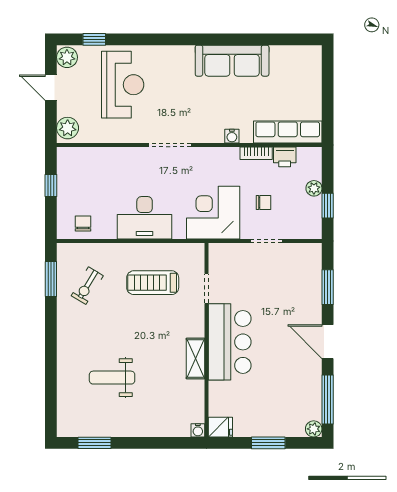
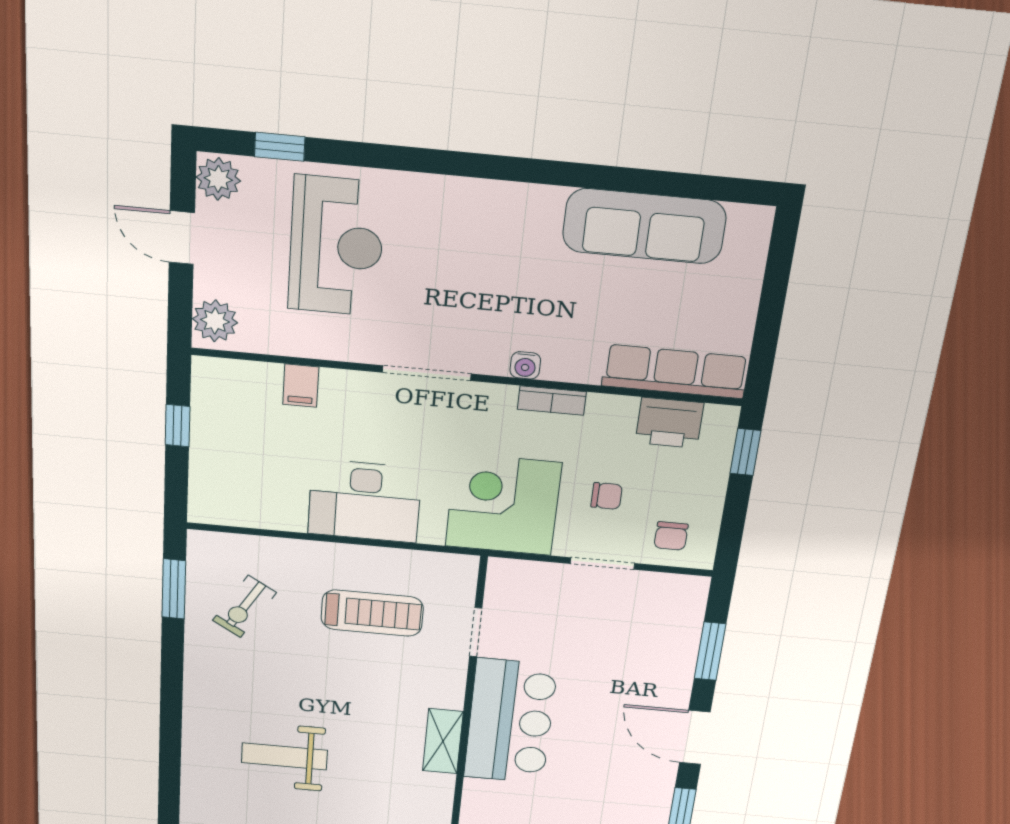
sofa: (232, 61) -> (644, 226), moved
water cooler: (232, 136) -> (525, 365), moved
bookcase: (256, 153) -> (552, 401), moved
printer: (285, 157) -> (669, 423), width x1.36, depth x1.24
filing cabinet: (110, 158) -> (301, 386), added
plant: (314, 188) -> (712, 480), removed
window: (328, 206) -> (745, 452), moved
chair: (83, 224) -> (671, 536), moved, turned 180
treadmill: (153, 283) -> (372, 613), turned 180

